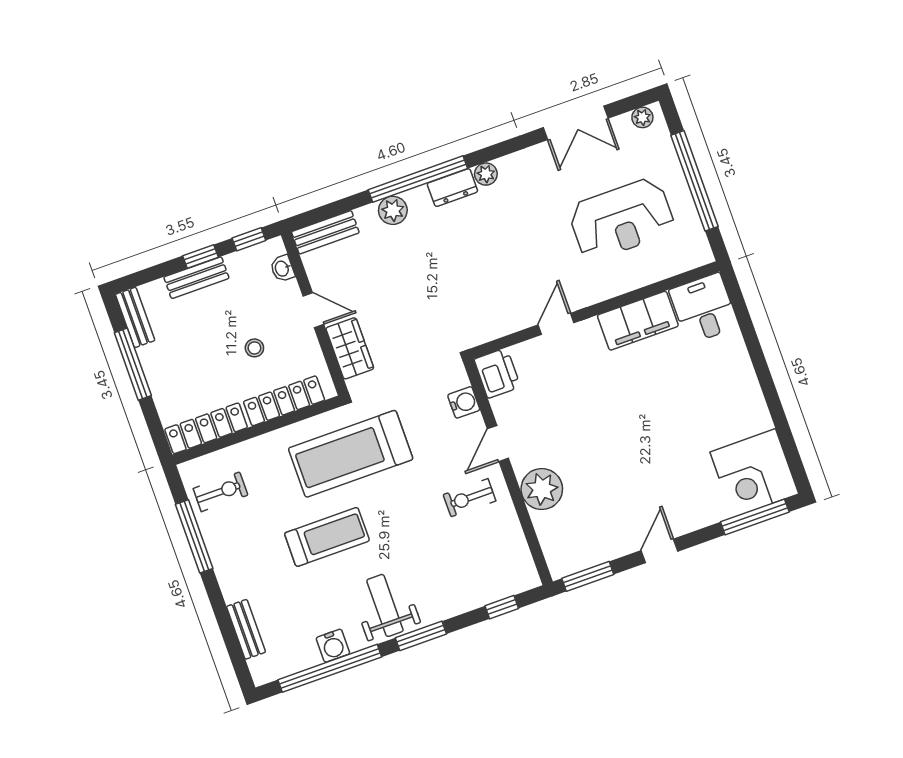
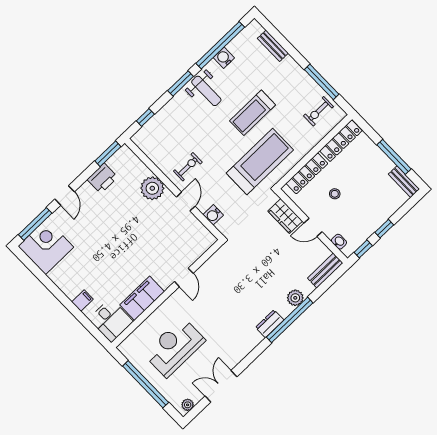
plant: (486, 174) -> (256, 339), removed
bench: (196, 278) -> (381, 217), removed
filing cabinet: (735, 360) -> (83, 301), added
printer: (497, 373) -> (102, 178), moved, turned -90
door: (660, 551) -> (65, 195), moved

